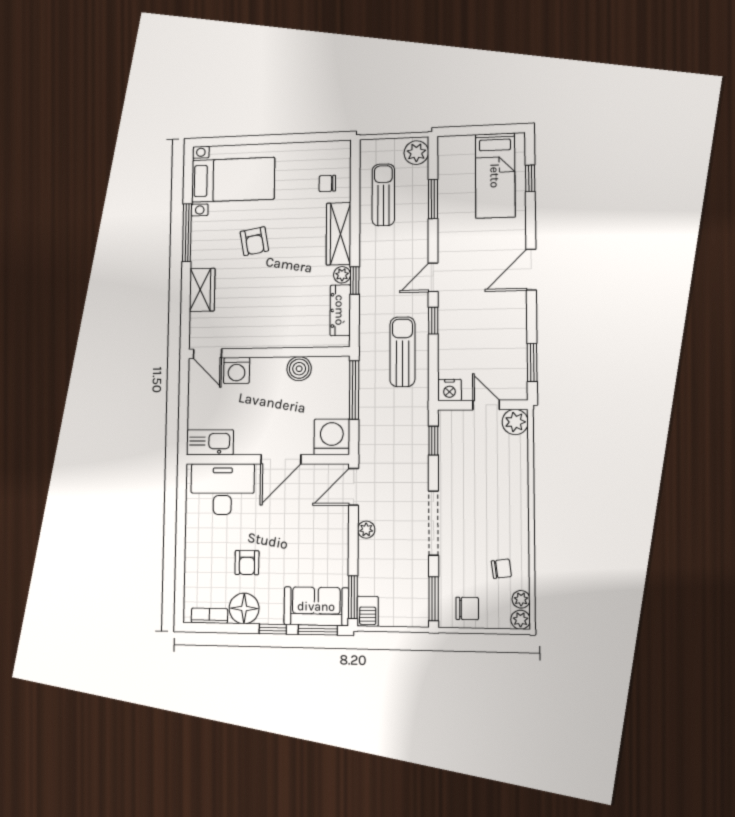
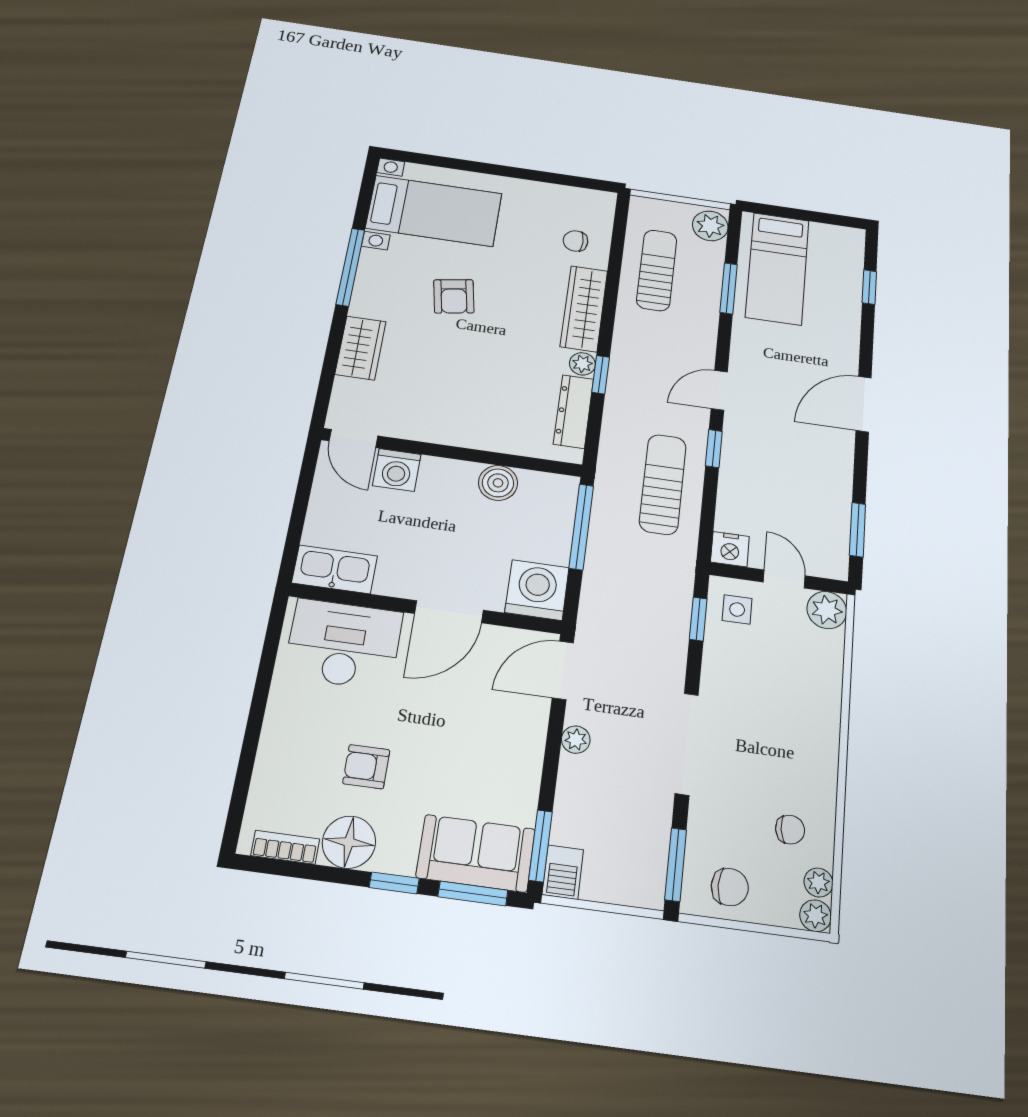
bed: (495, 176) -> (777, 268), moved
side table: (457, 431) -> (737, 609), added
armchair: (247, 563) -> (366, 767), turned 90

